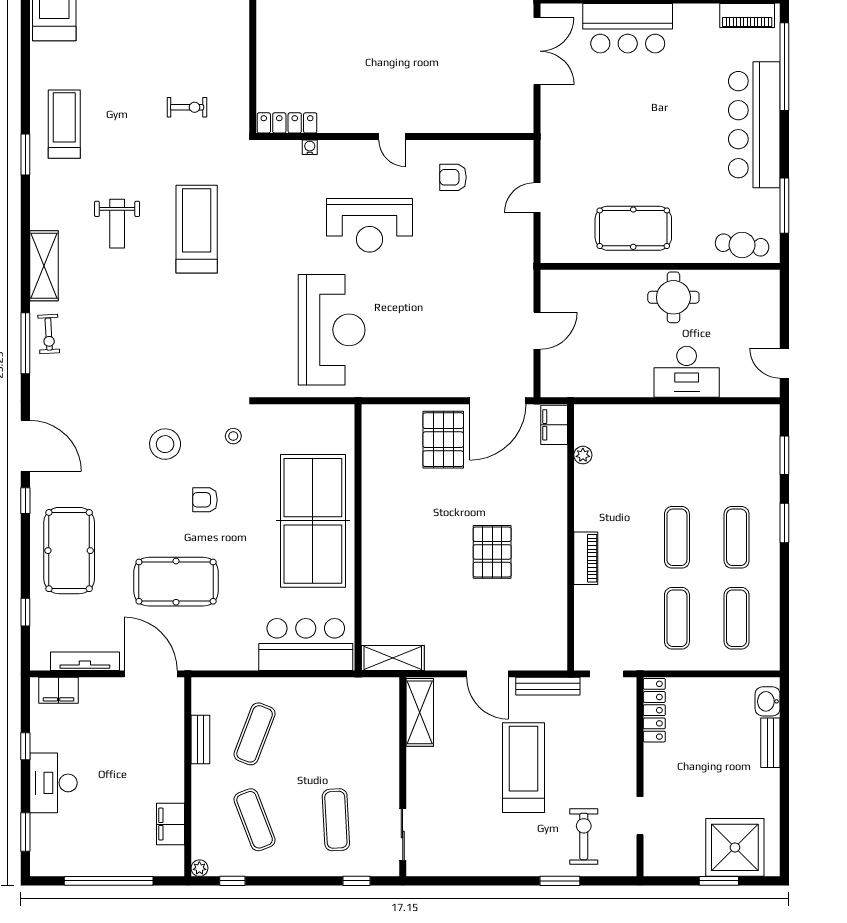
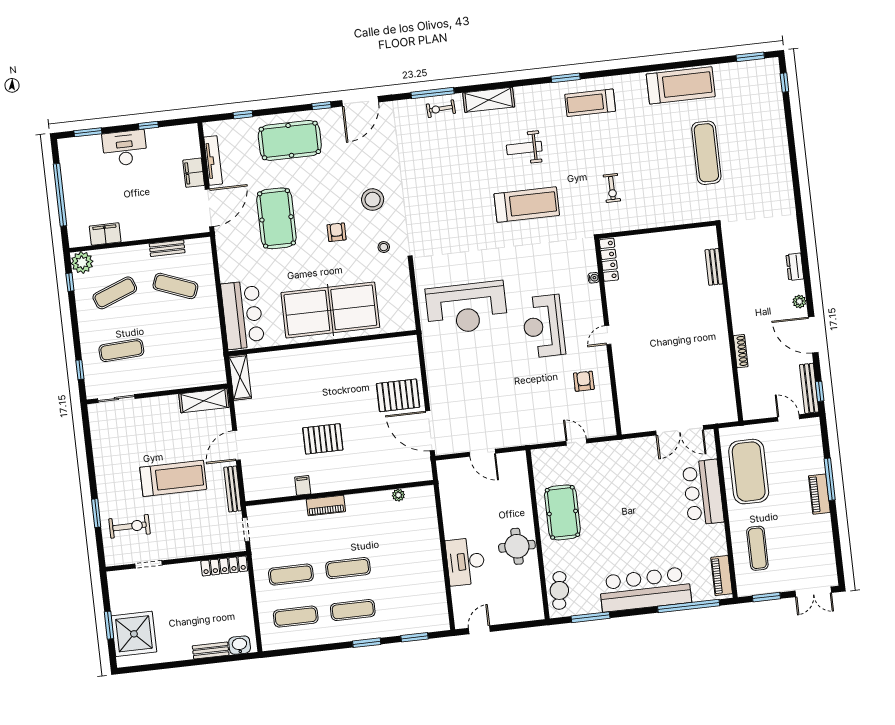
treadmill: (64, 124) -> (590, 103), turned 180
filing cabinet: (554, 425) -> (303, 485), moved, width x0.50
filing cabinet: (59, 690) -> (194, 173), moved
plant: (199, 868) -> (82, 262), width x1.87, depth x1.87

